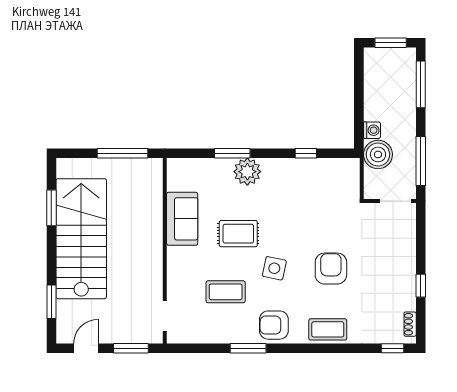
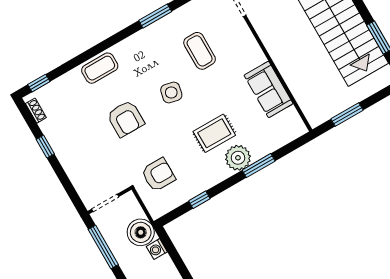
window: (123, 153) -> (347, 115), width x0.69
rug: (238, 234) -> (214, 133), moved
coffee table: (226, 292) -> (200, 51), turned 90
armchair: (274, 325) -> (158, 175), moved

